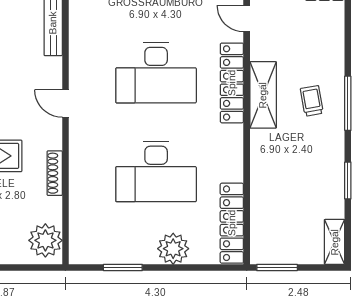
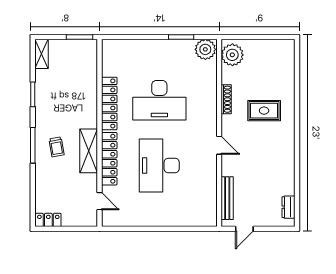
desk: (156, 73) -> (159, 165), turned -90
desk: (156, 172) -> (159, 100), turned 180
locker: (232, 223) -> (109, 103), moved
plant: (173, 249) -> (205, 49), moved

